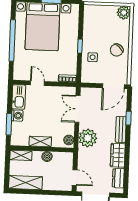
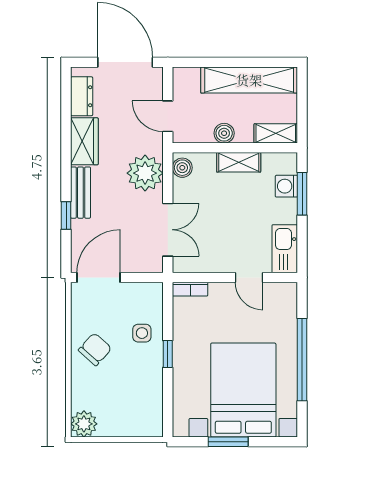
washing machine: (17, 116) -> (286, 186), moved
door: (75, 177) -> (168, 116), moved
shelving: (26, 183) -> (249, 80), width x1.47

